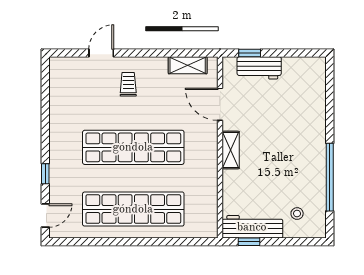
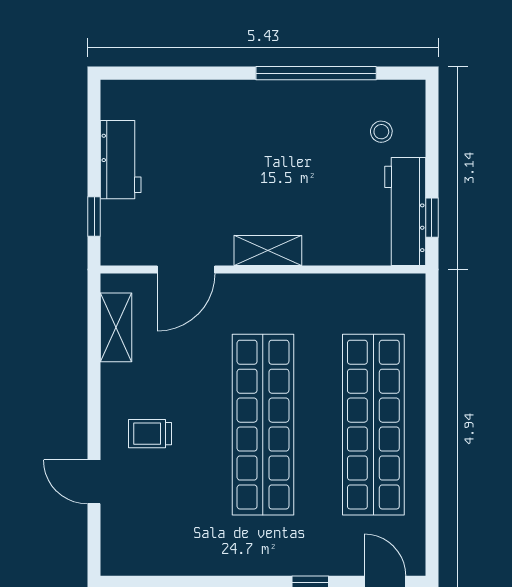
workbench: (259, 68) -> (121, 160), moved

